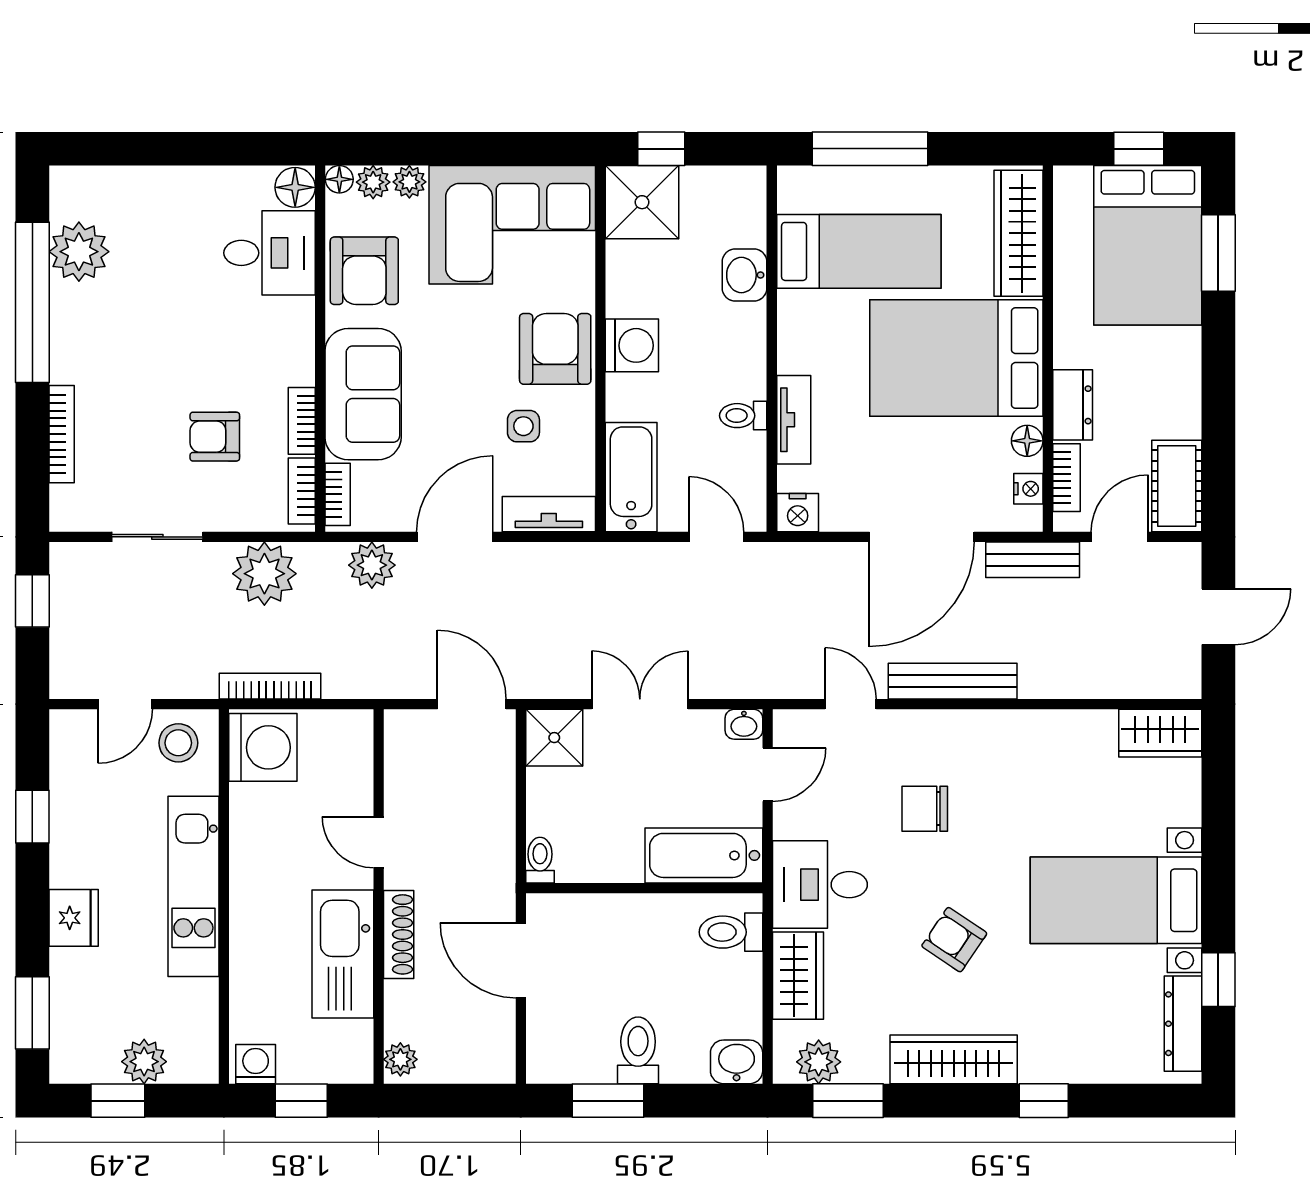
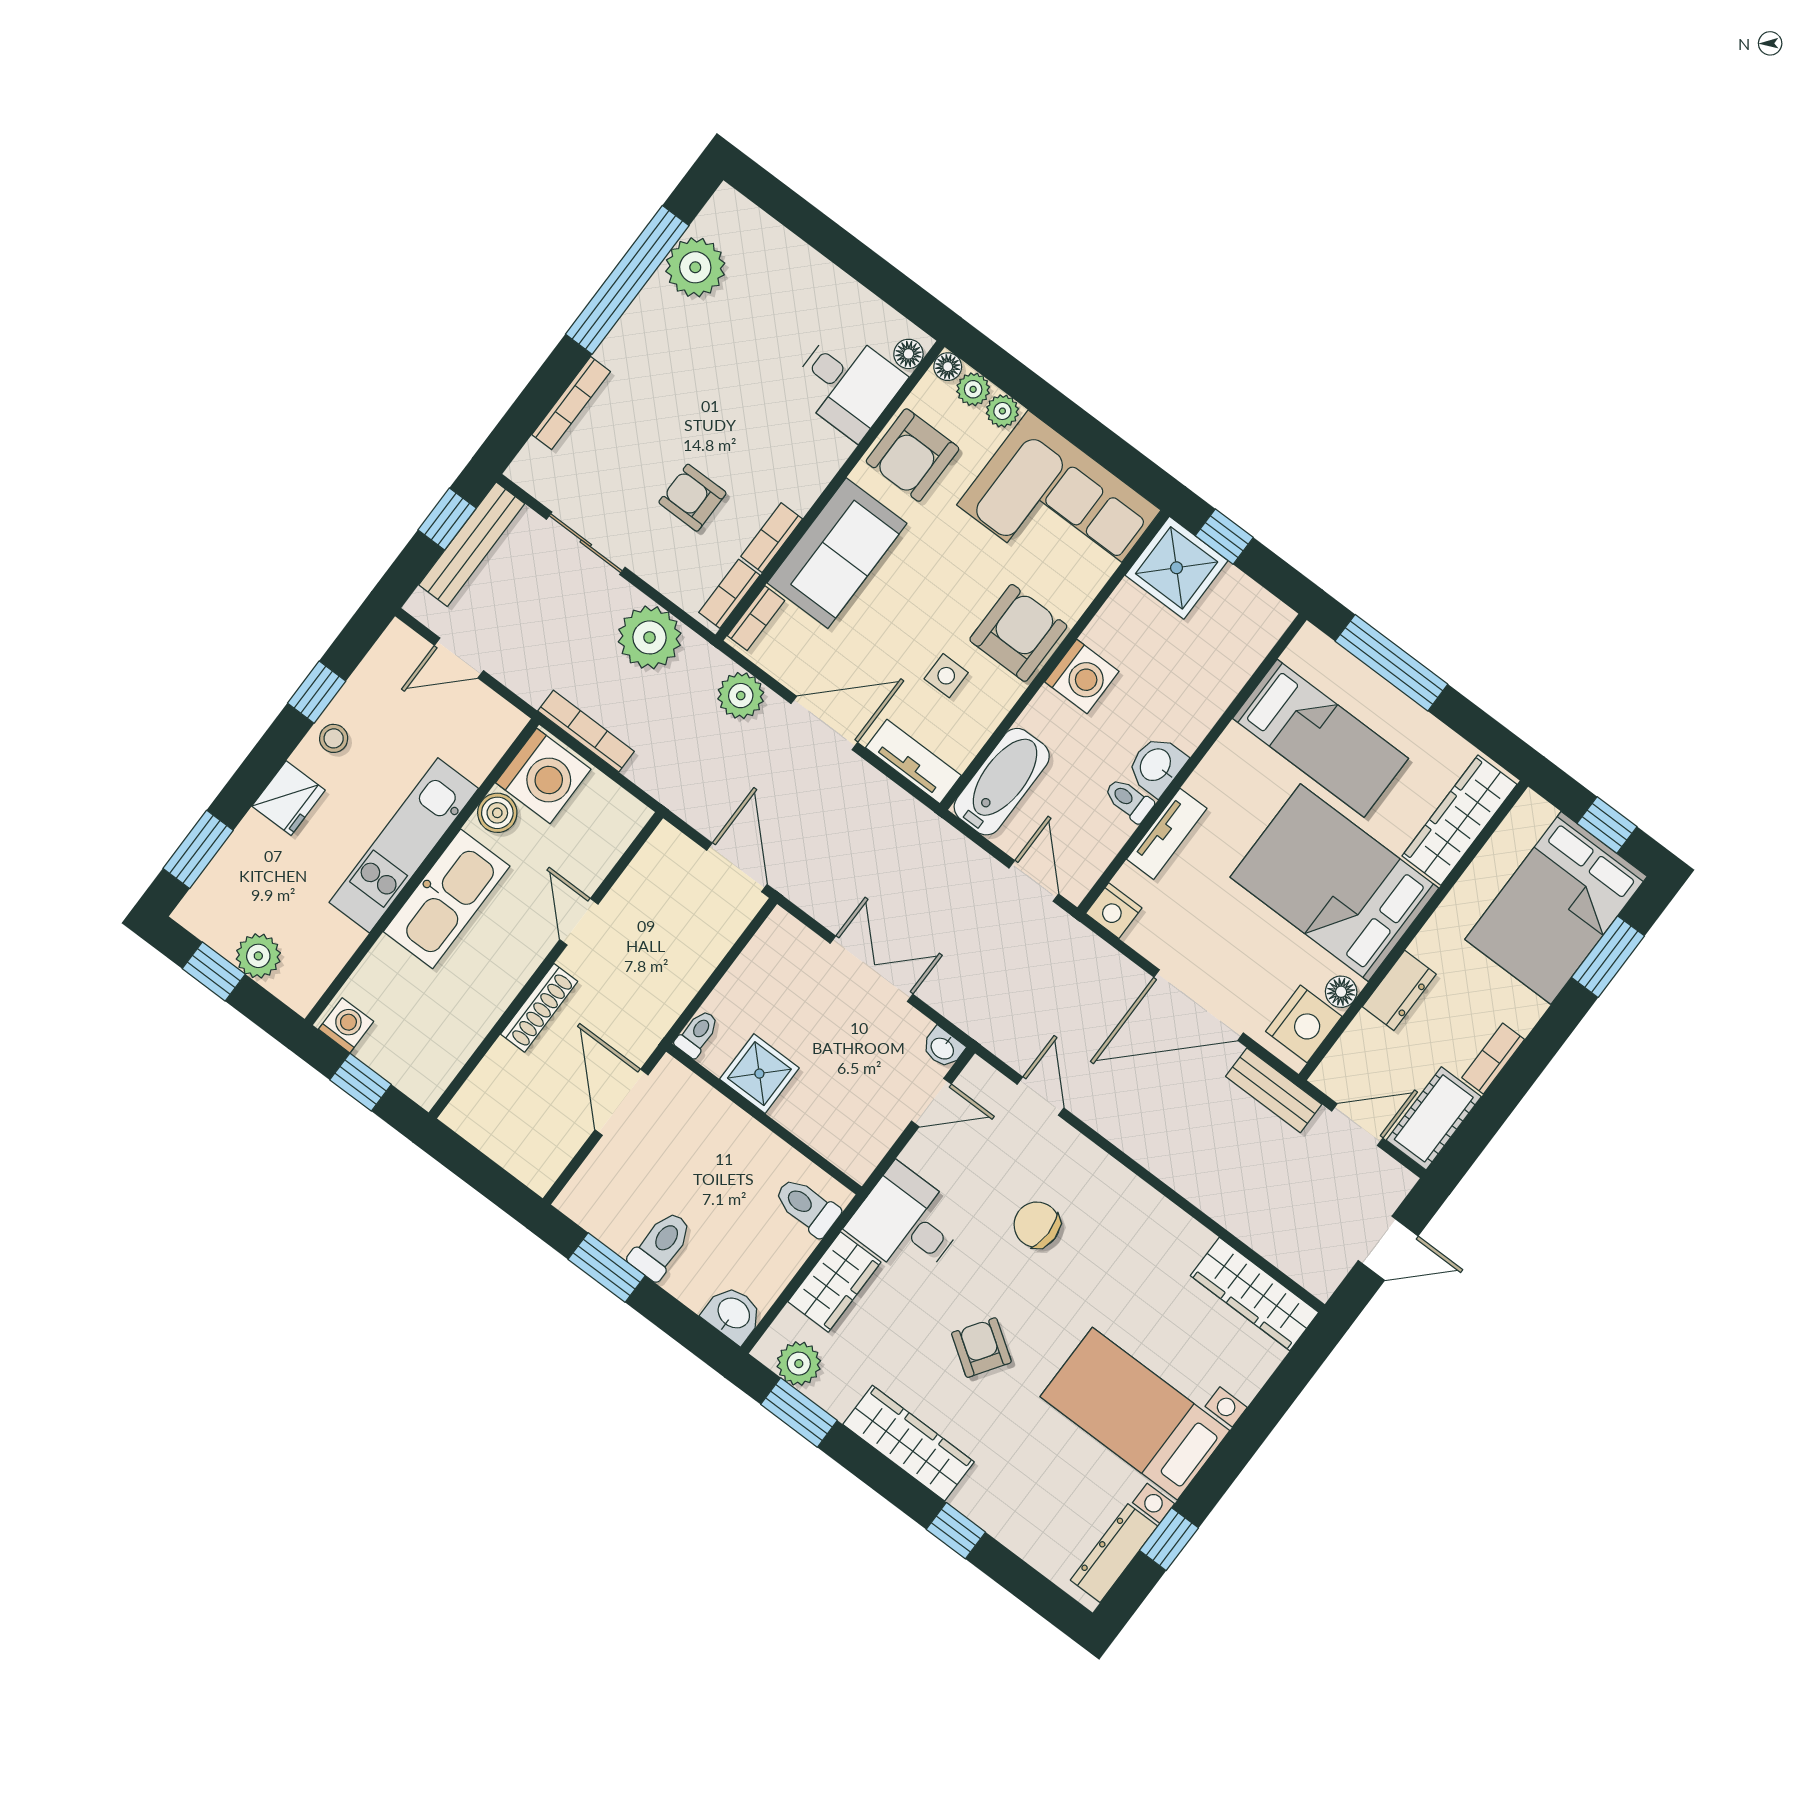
floor lamp: (295, 187) -> (908, 354), width x0.73, depth x0.73
washbasin: (745, 275) -> (1156, 765), moved
bookcase: (1066, 478) -> (1493, 1058), moved, turned 180
nightstand: (1028, 489) -> (1304, 1024), width x1.89, depth x1.79
bench: (953, 681) -> (472, 544), moved, turned 90
wardrobe: (1160, 733) -> (1255, 1294), width x1.50
shower: (554, 738) -> (759, 1074), moved
stool: (178, 743) -> (334, 738), moved, width x0.73, depth x0.73
boiler: (248, 804) -> (497, 813), added
bathtub: (704, 855) -> (831, 1129), removed
kitchen sink: (343, 954) -> (447, 899), moved, turned 180
plant: (400, 1059) -> (465, 1109), removed

